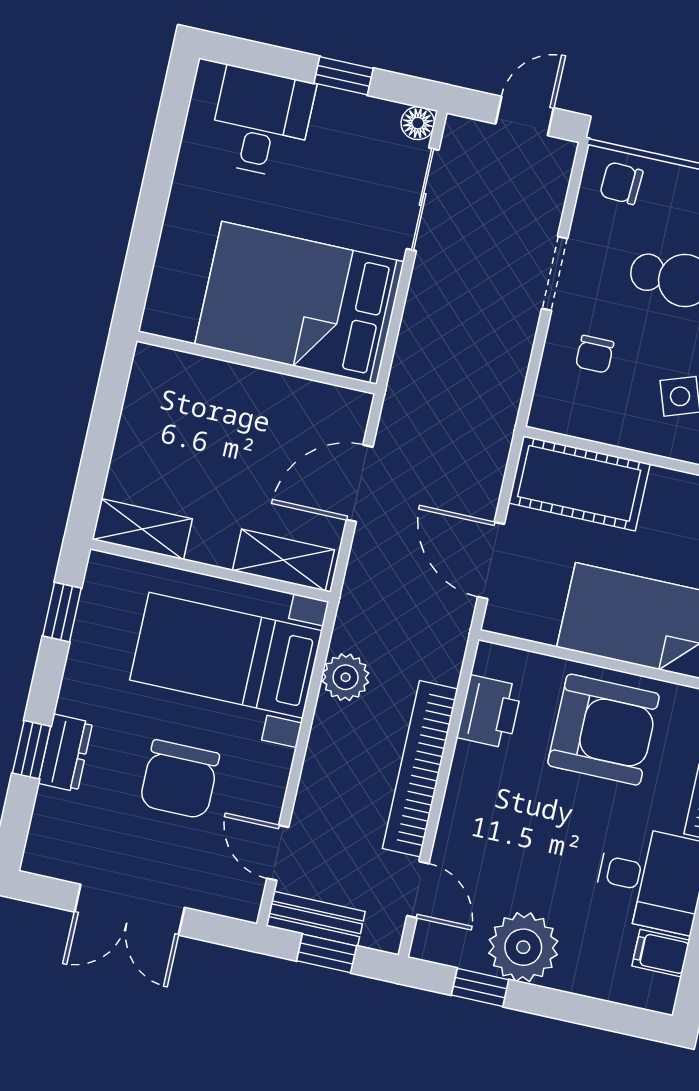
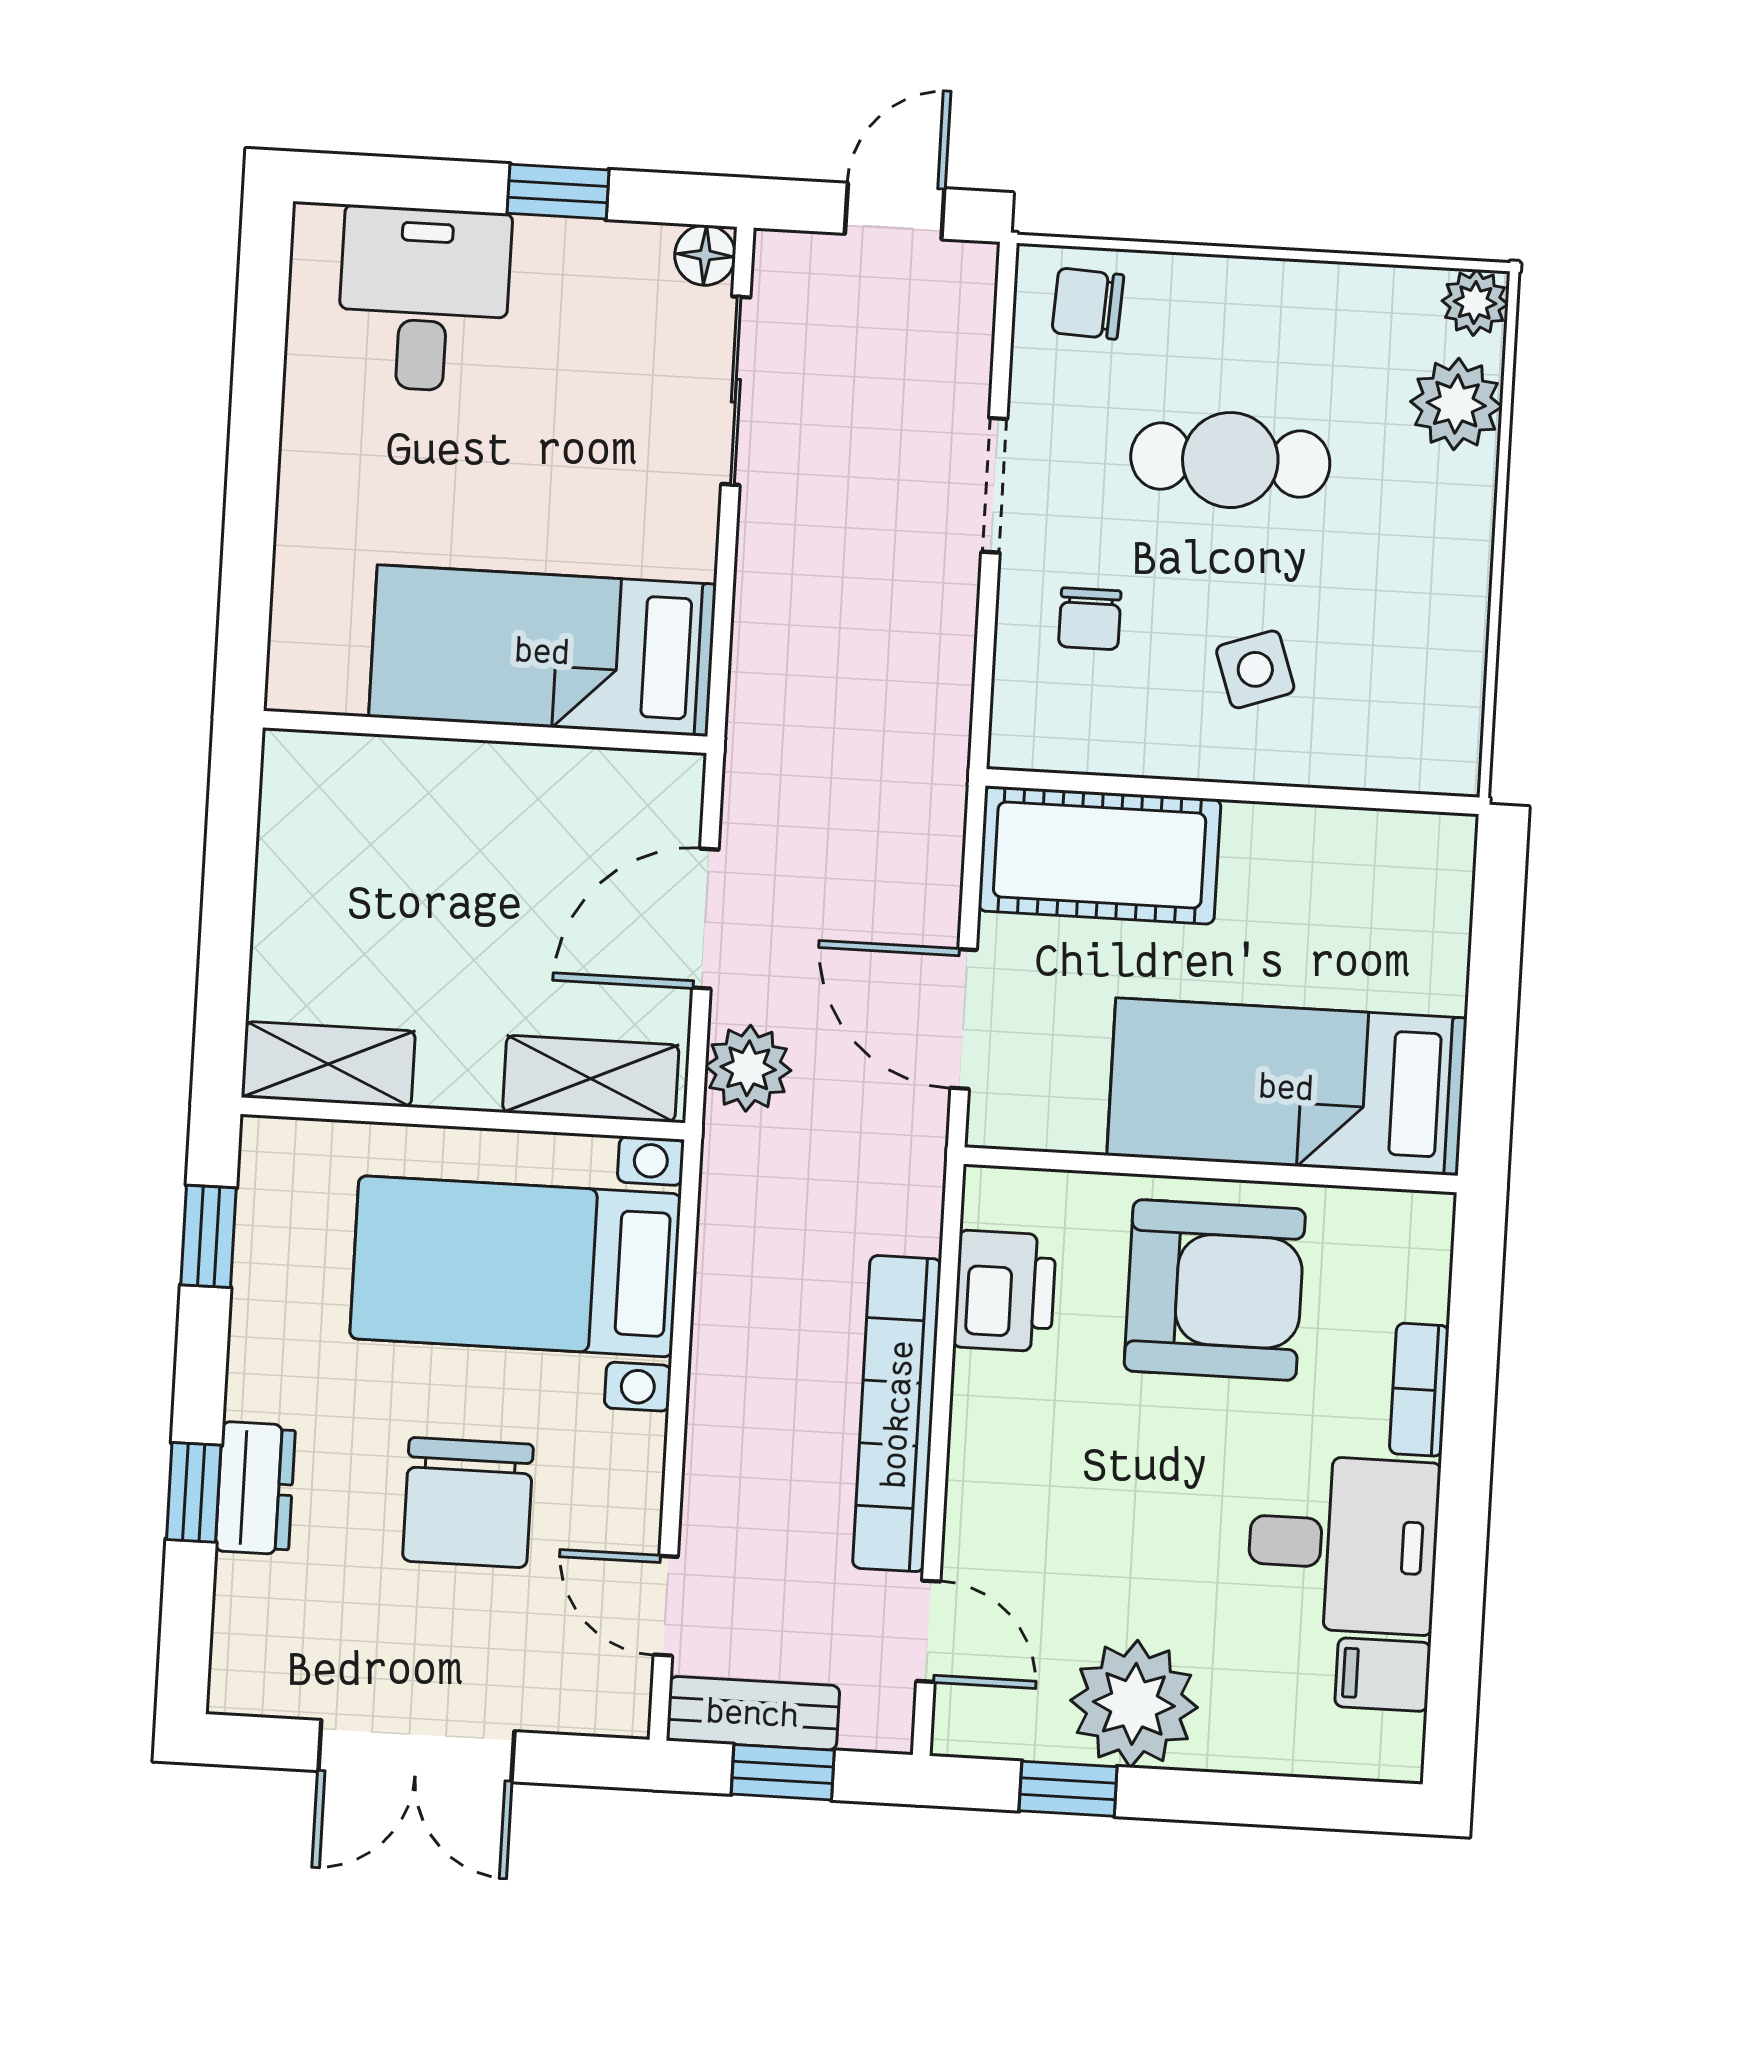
bed: (299, 303) -> (543, 651), width x0.67
plant: (346, 677) -> (748, 1068), moved

